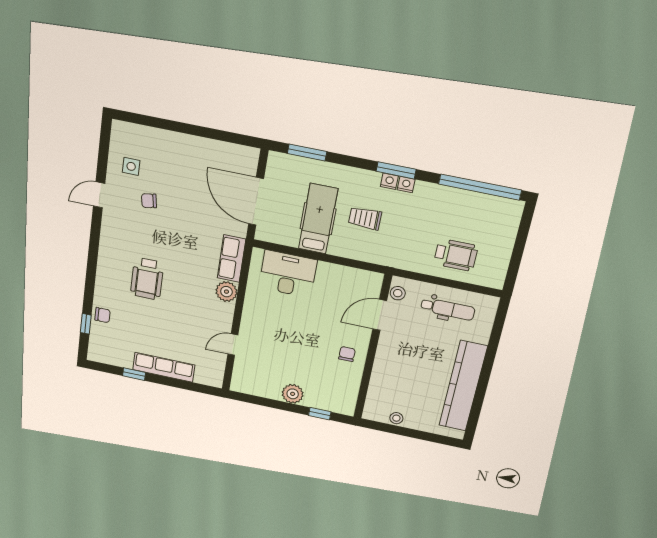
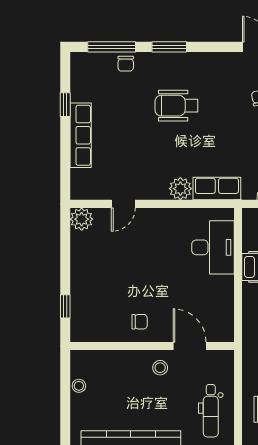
window: (91, 274) -> (169, 47), added
stool: (398, 293) -> (160, 368), moved
window: (86, 324) -> (112, 47), width x2.17
door: (233, 345) -> (123, 204), swing flipped
plant: (293, 394) -> (82, 219), moved

